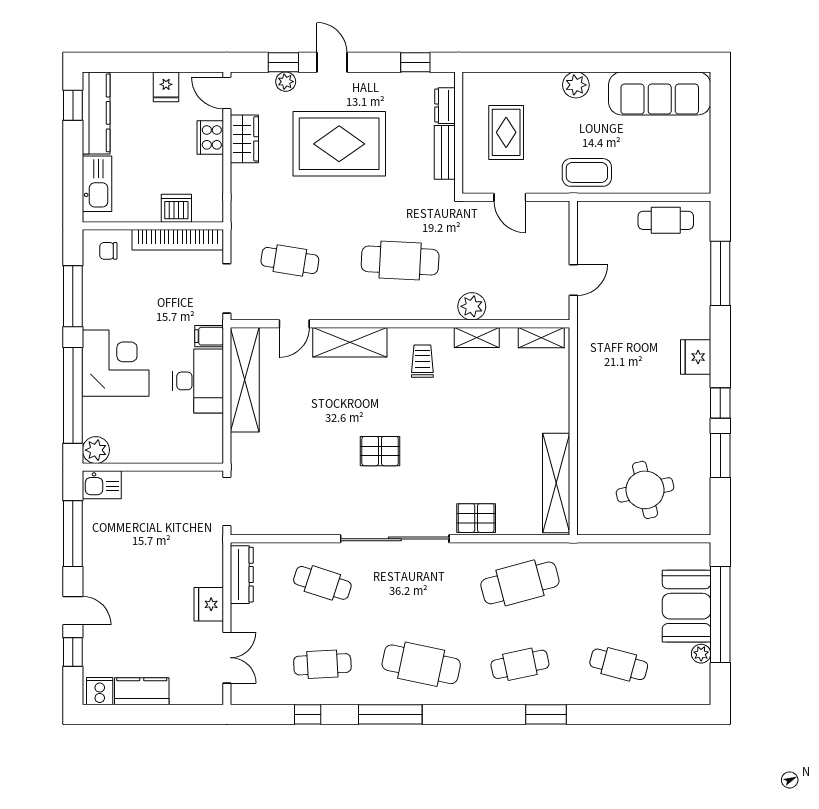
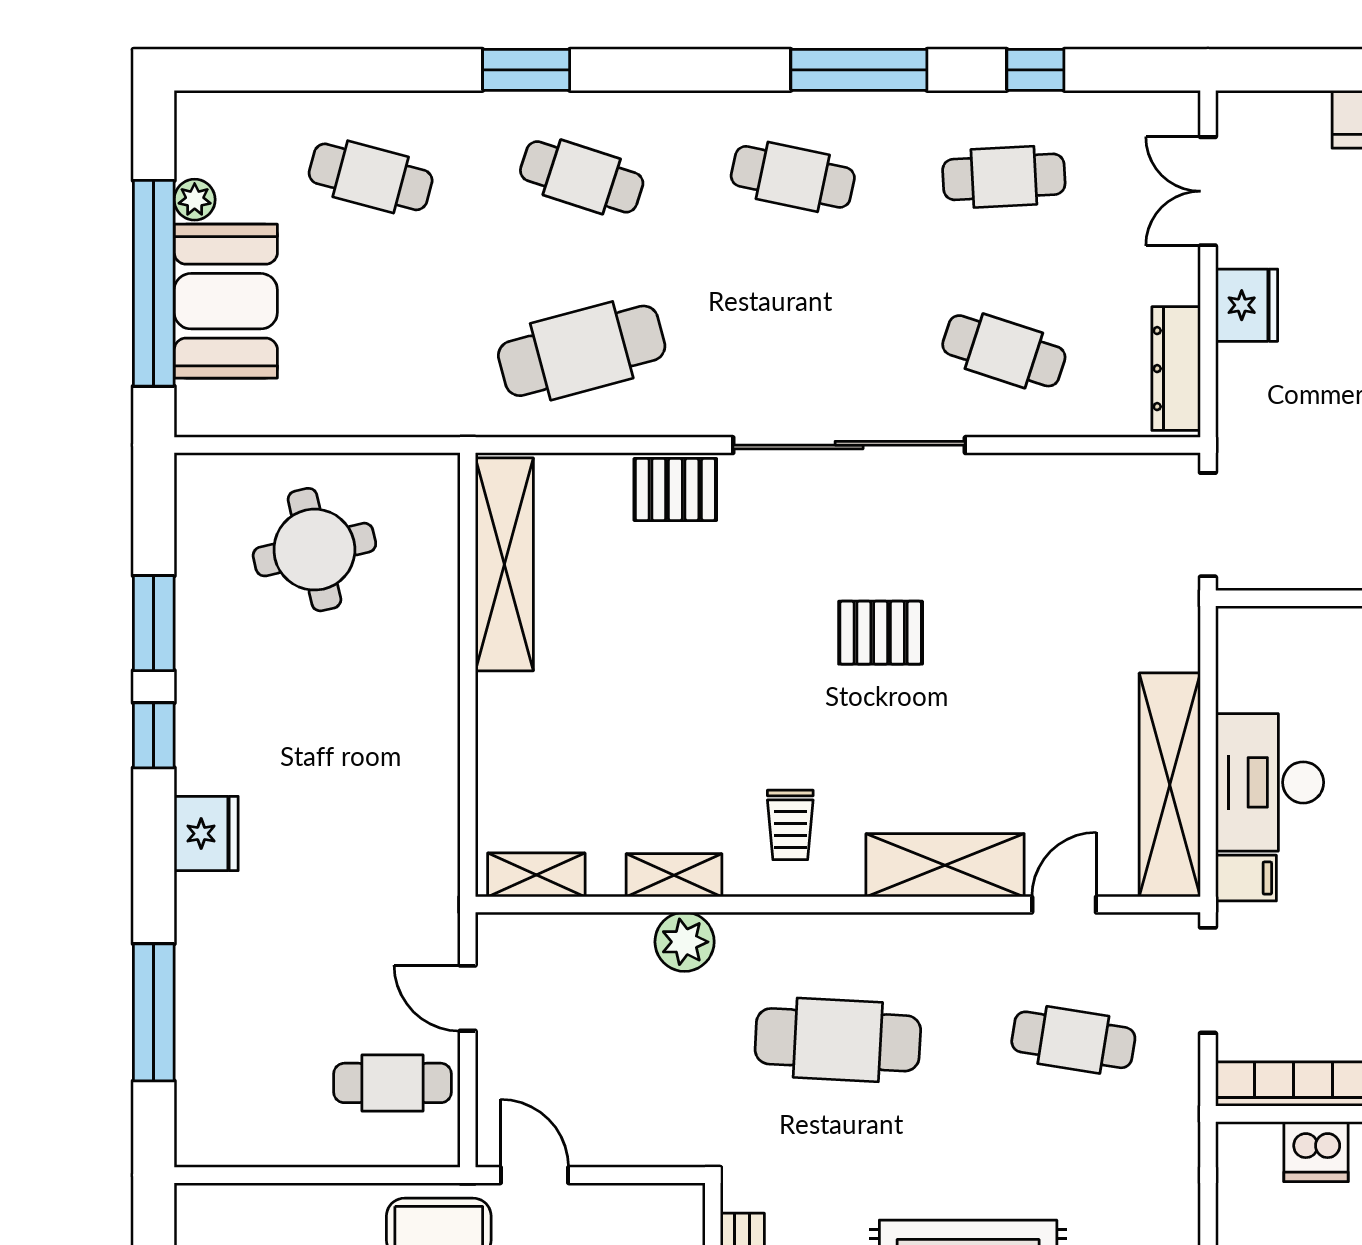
door: (510, 197) -> (535, 1175), moved
cafe table: (666, 220) -> (393, 1083), moved
door: (573, 280) -> (468, 998), hinge flipped
cafe table: (421, 664) -> (793, 177), width x0.73, depth x0.74
cafe table: (520, 664) -> (582, 177), turned 30

